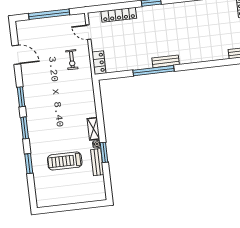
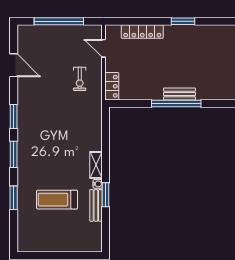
bench: (166, 61) -> (180, 94), moved

